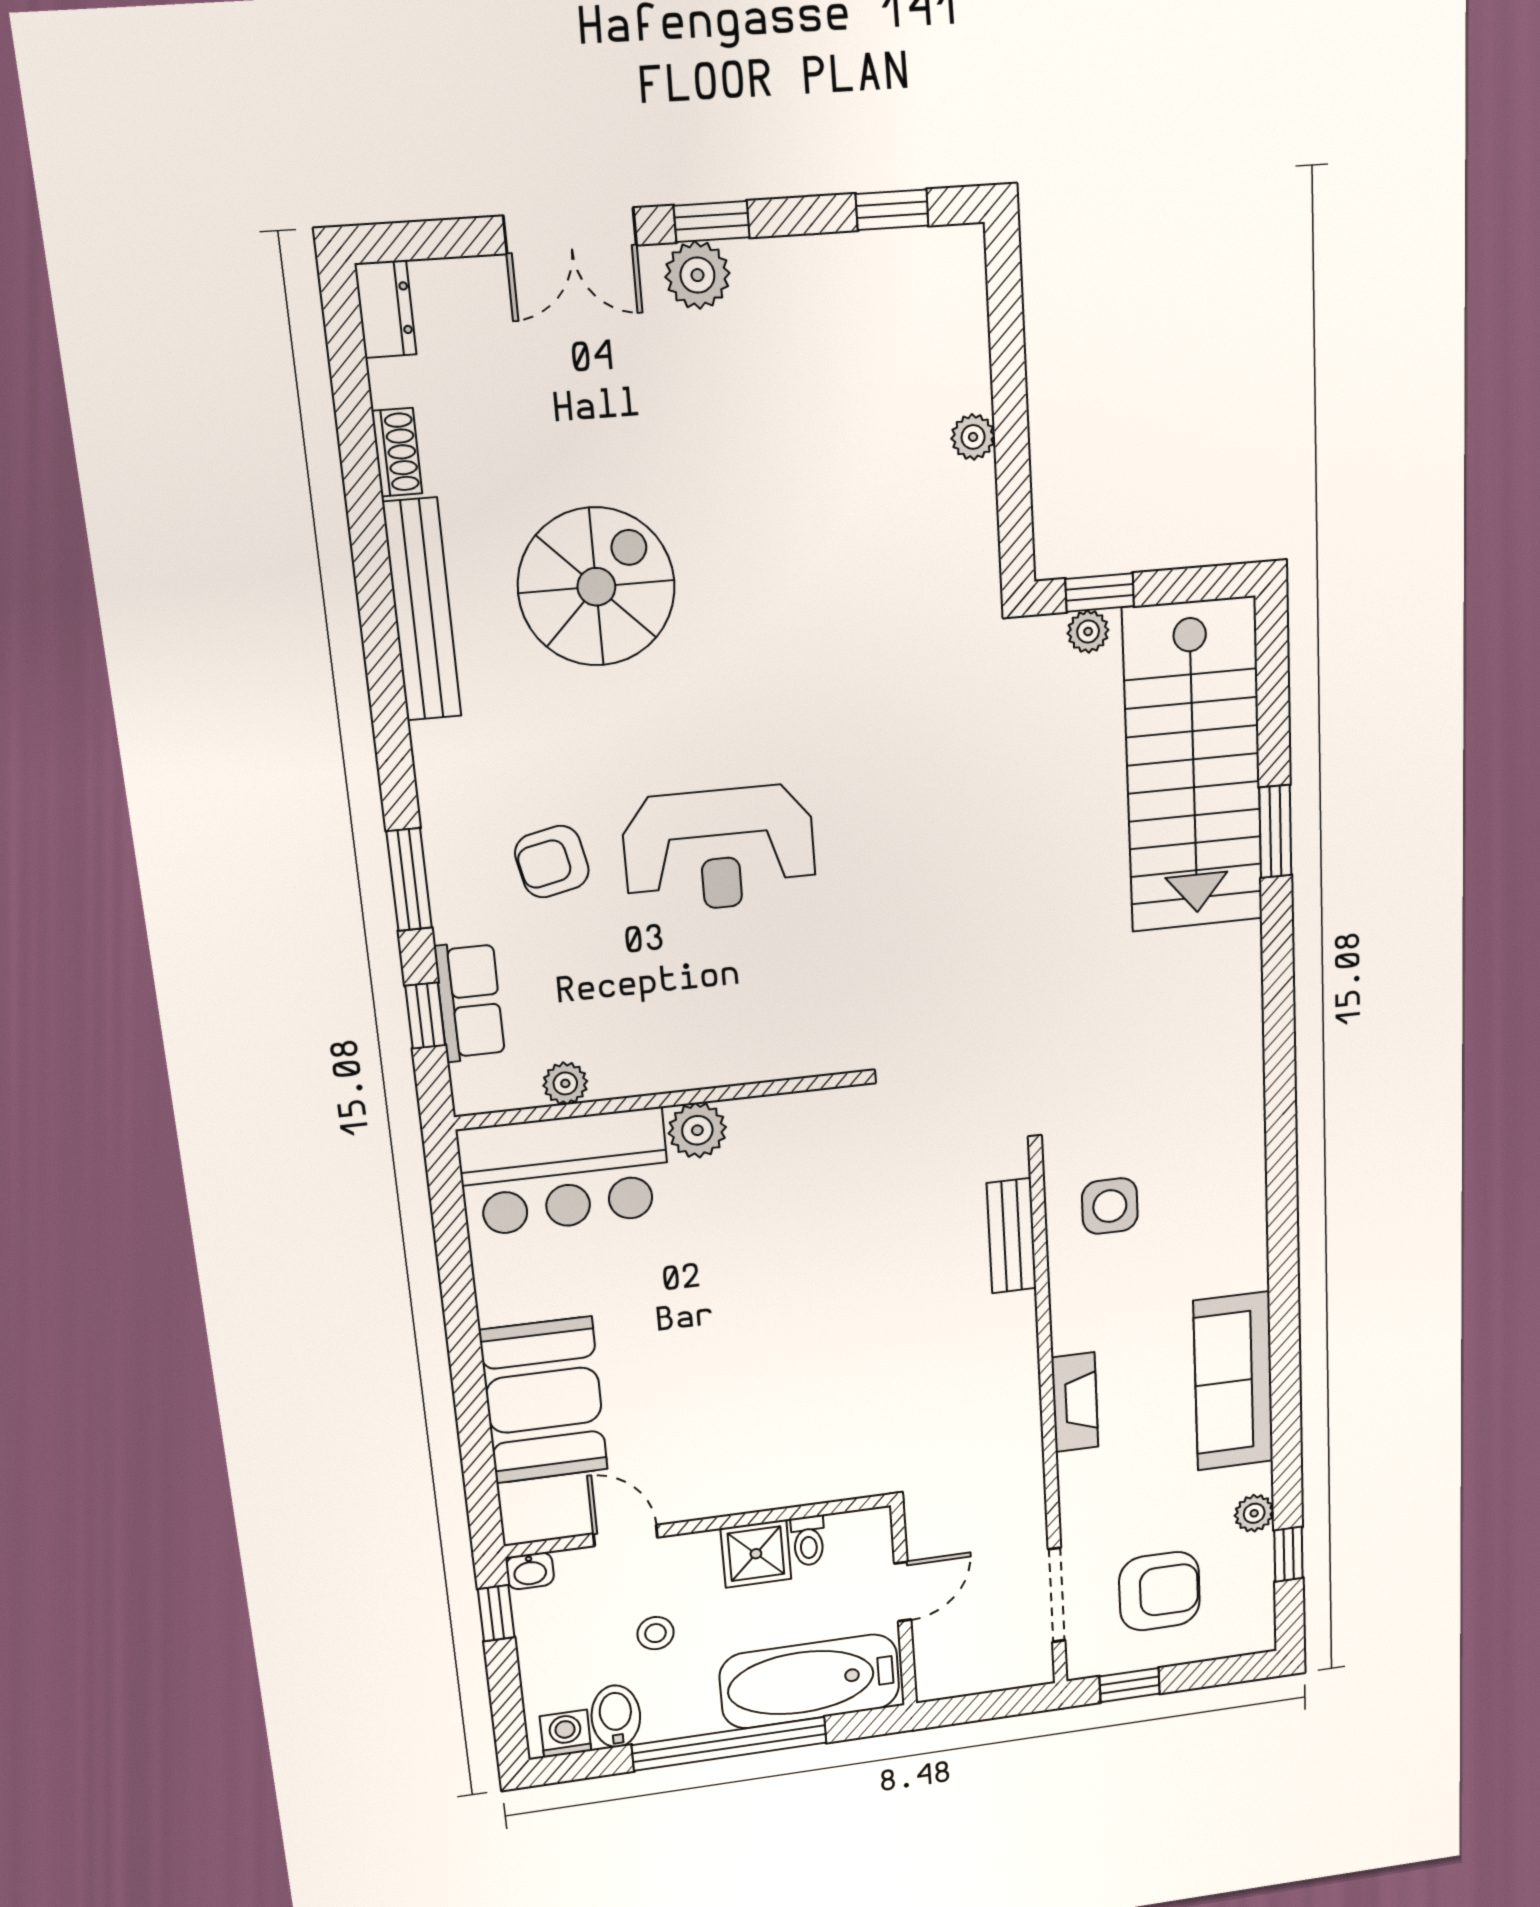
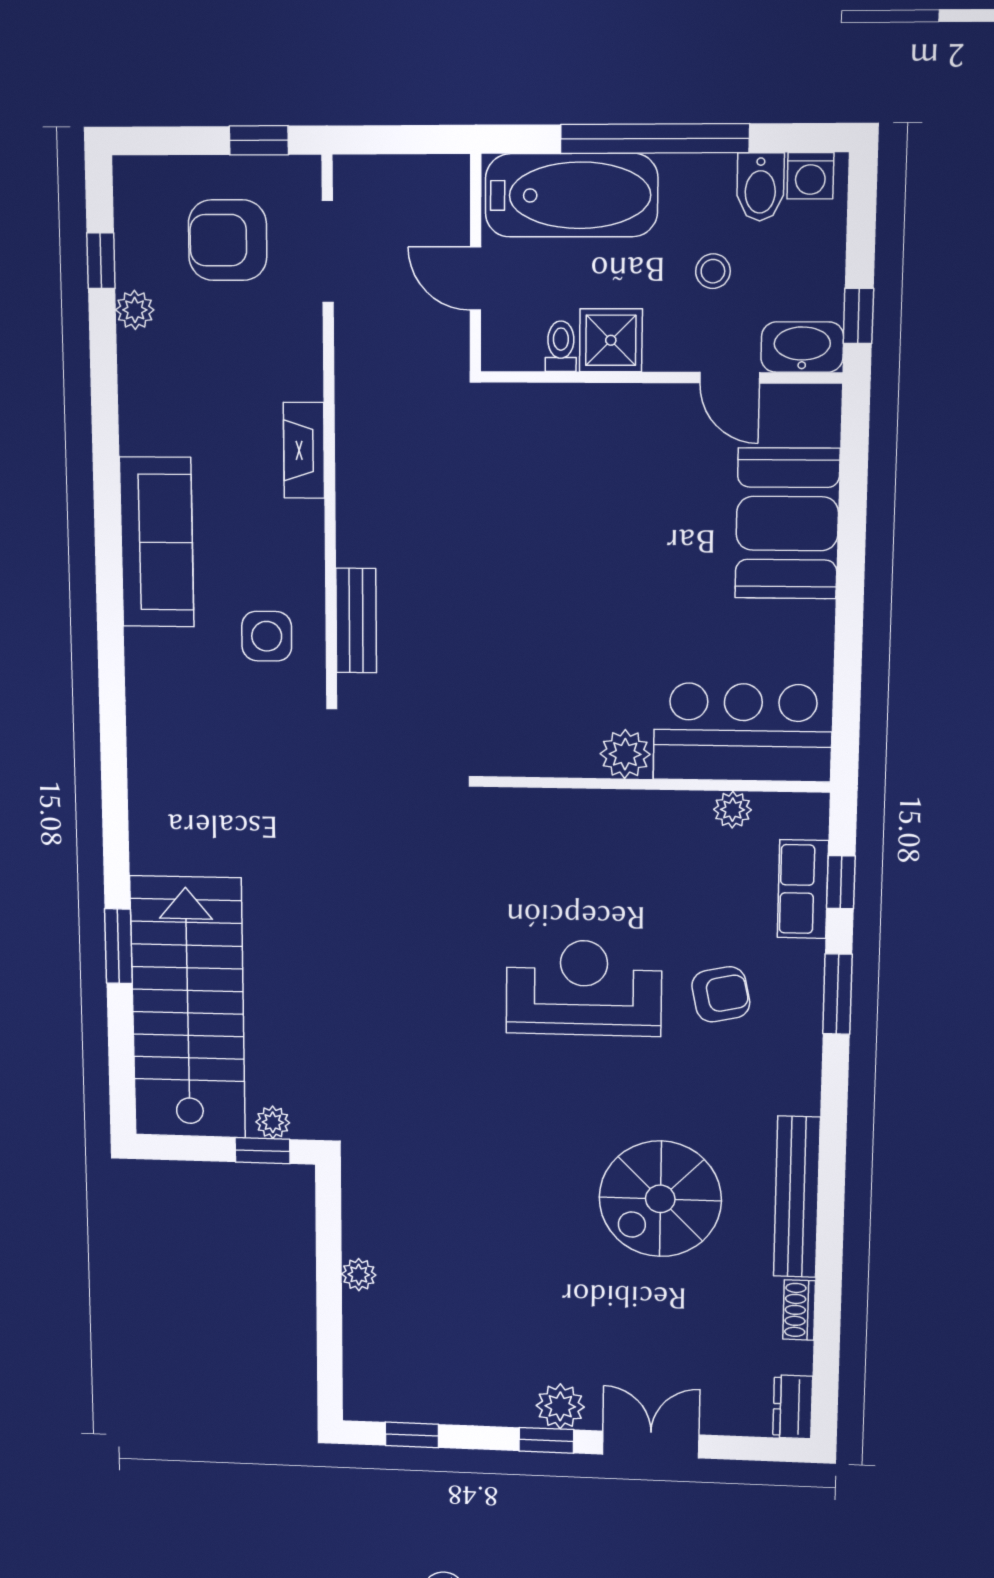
sofa: (1233, 1381) -> (157, 542), moved
washbasin: (530, 1571) -> (802, 347), width x1.91, depth x1.45
door: (903, 1592) -> (476, 279), hinge flipped

